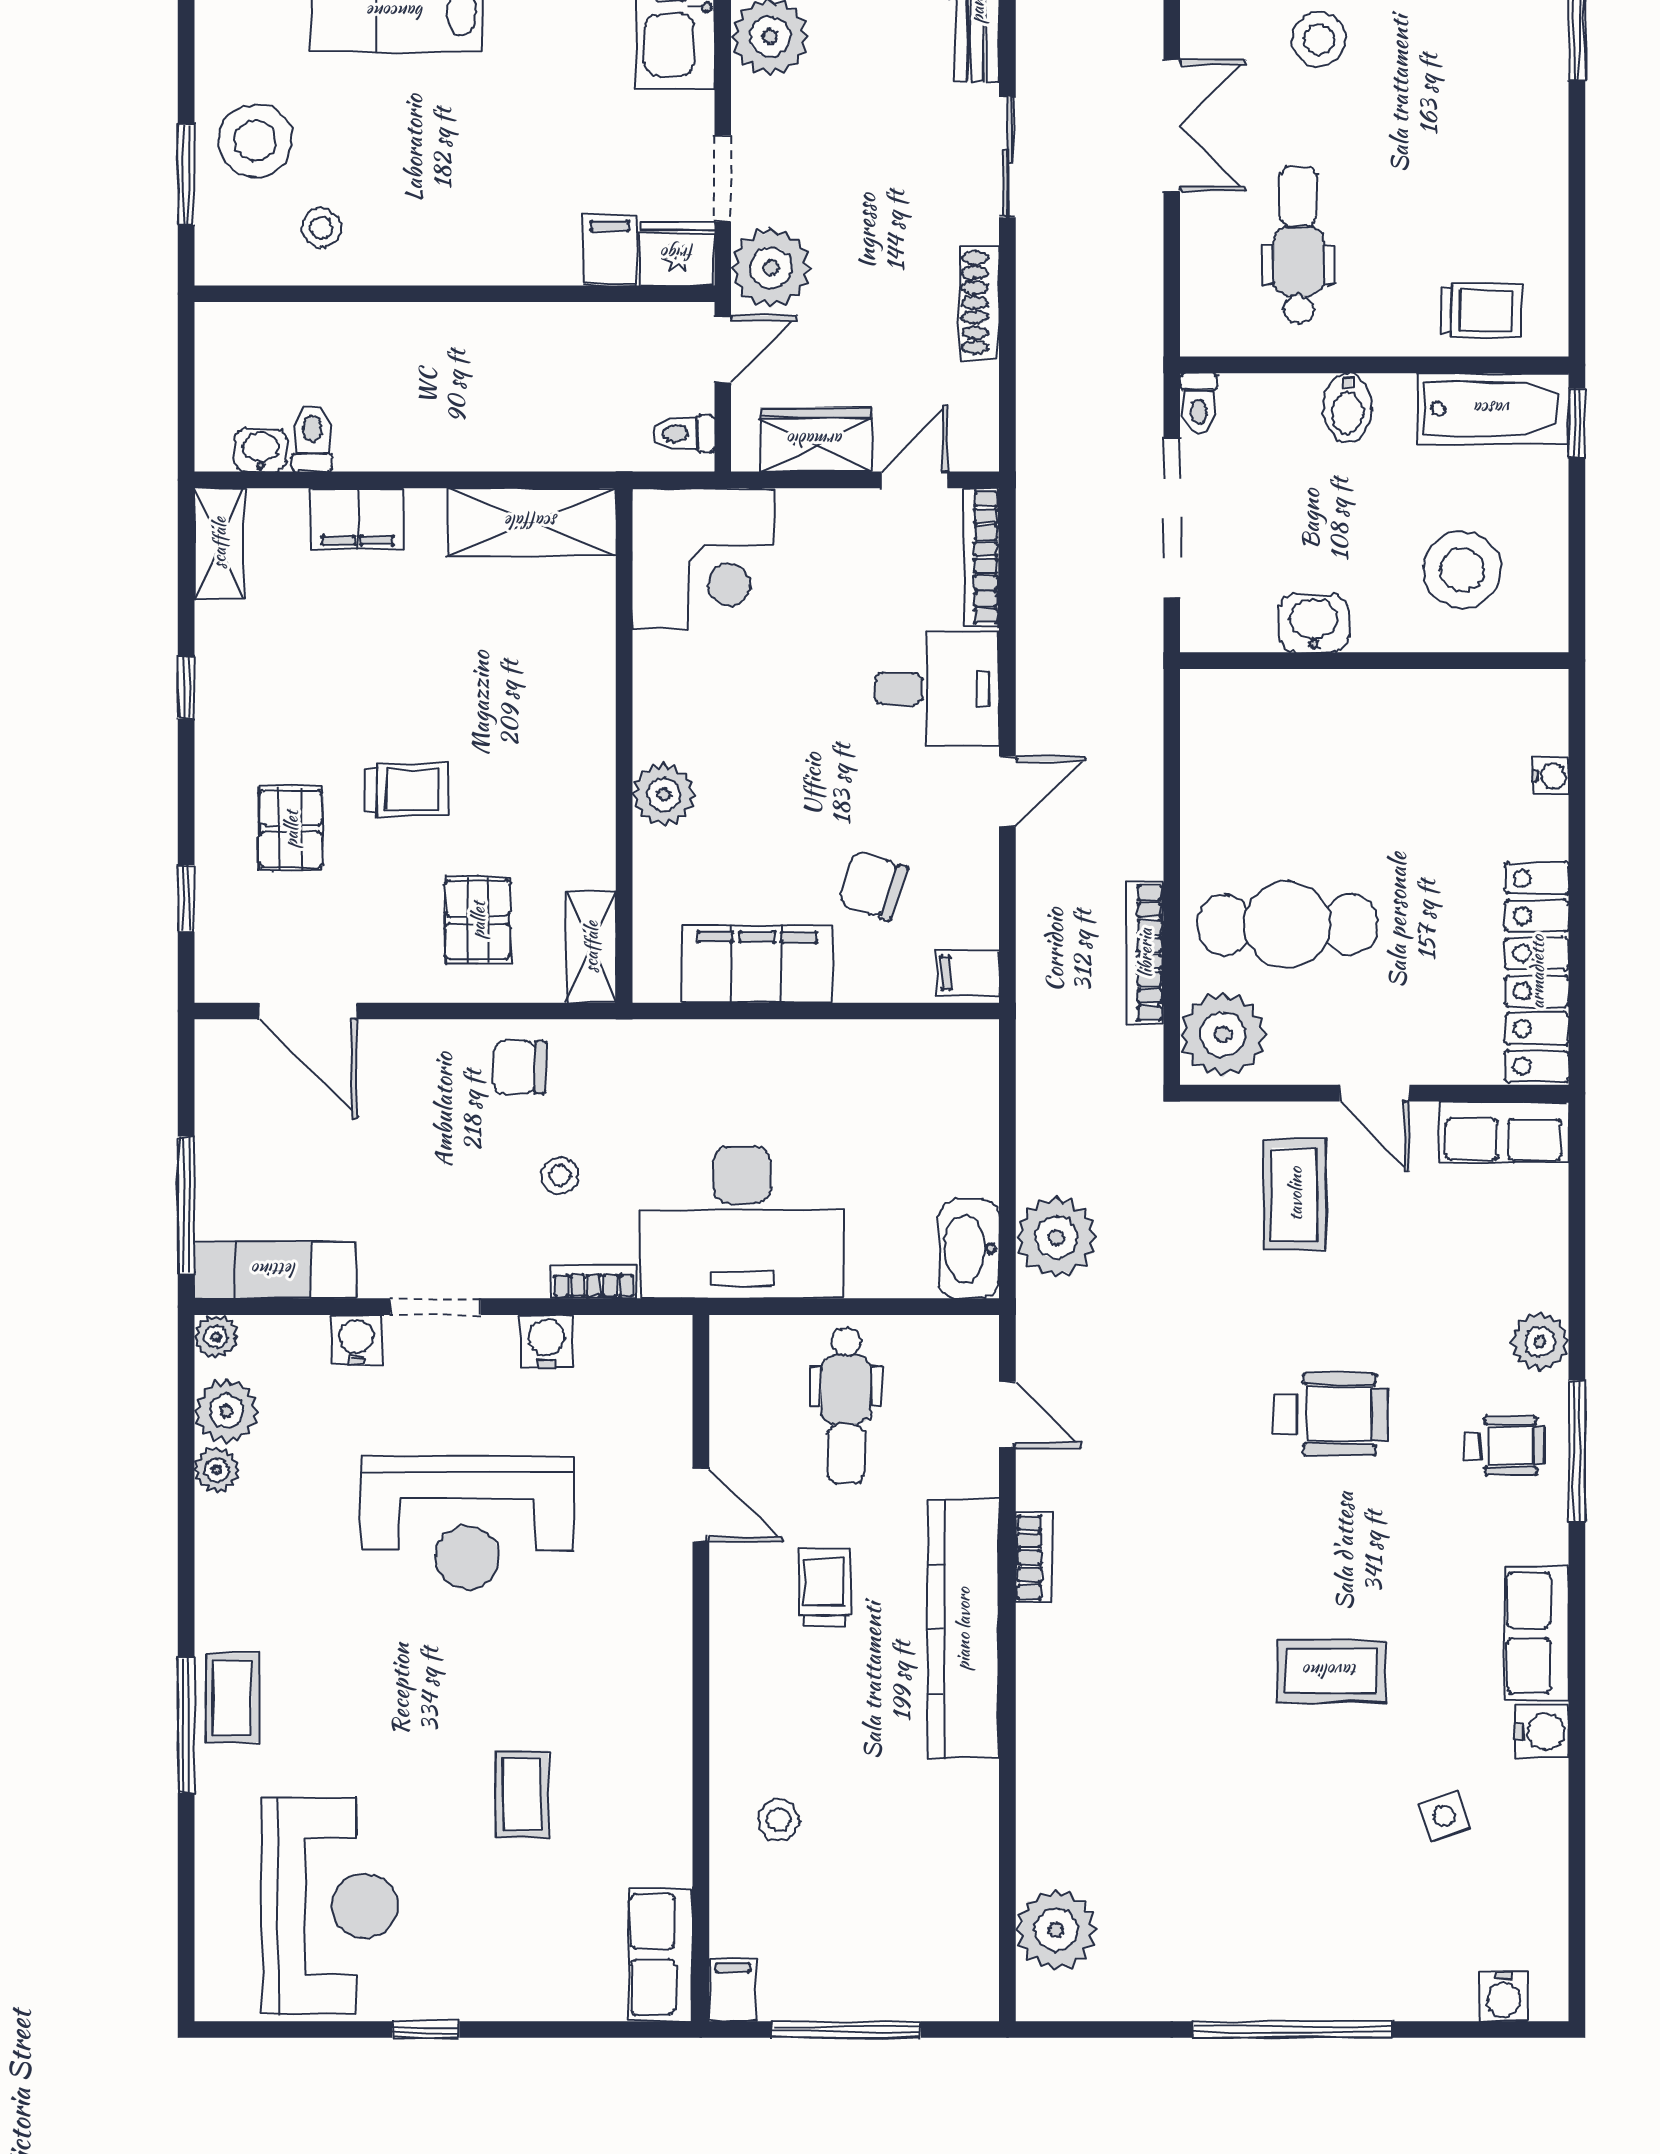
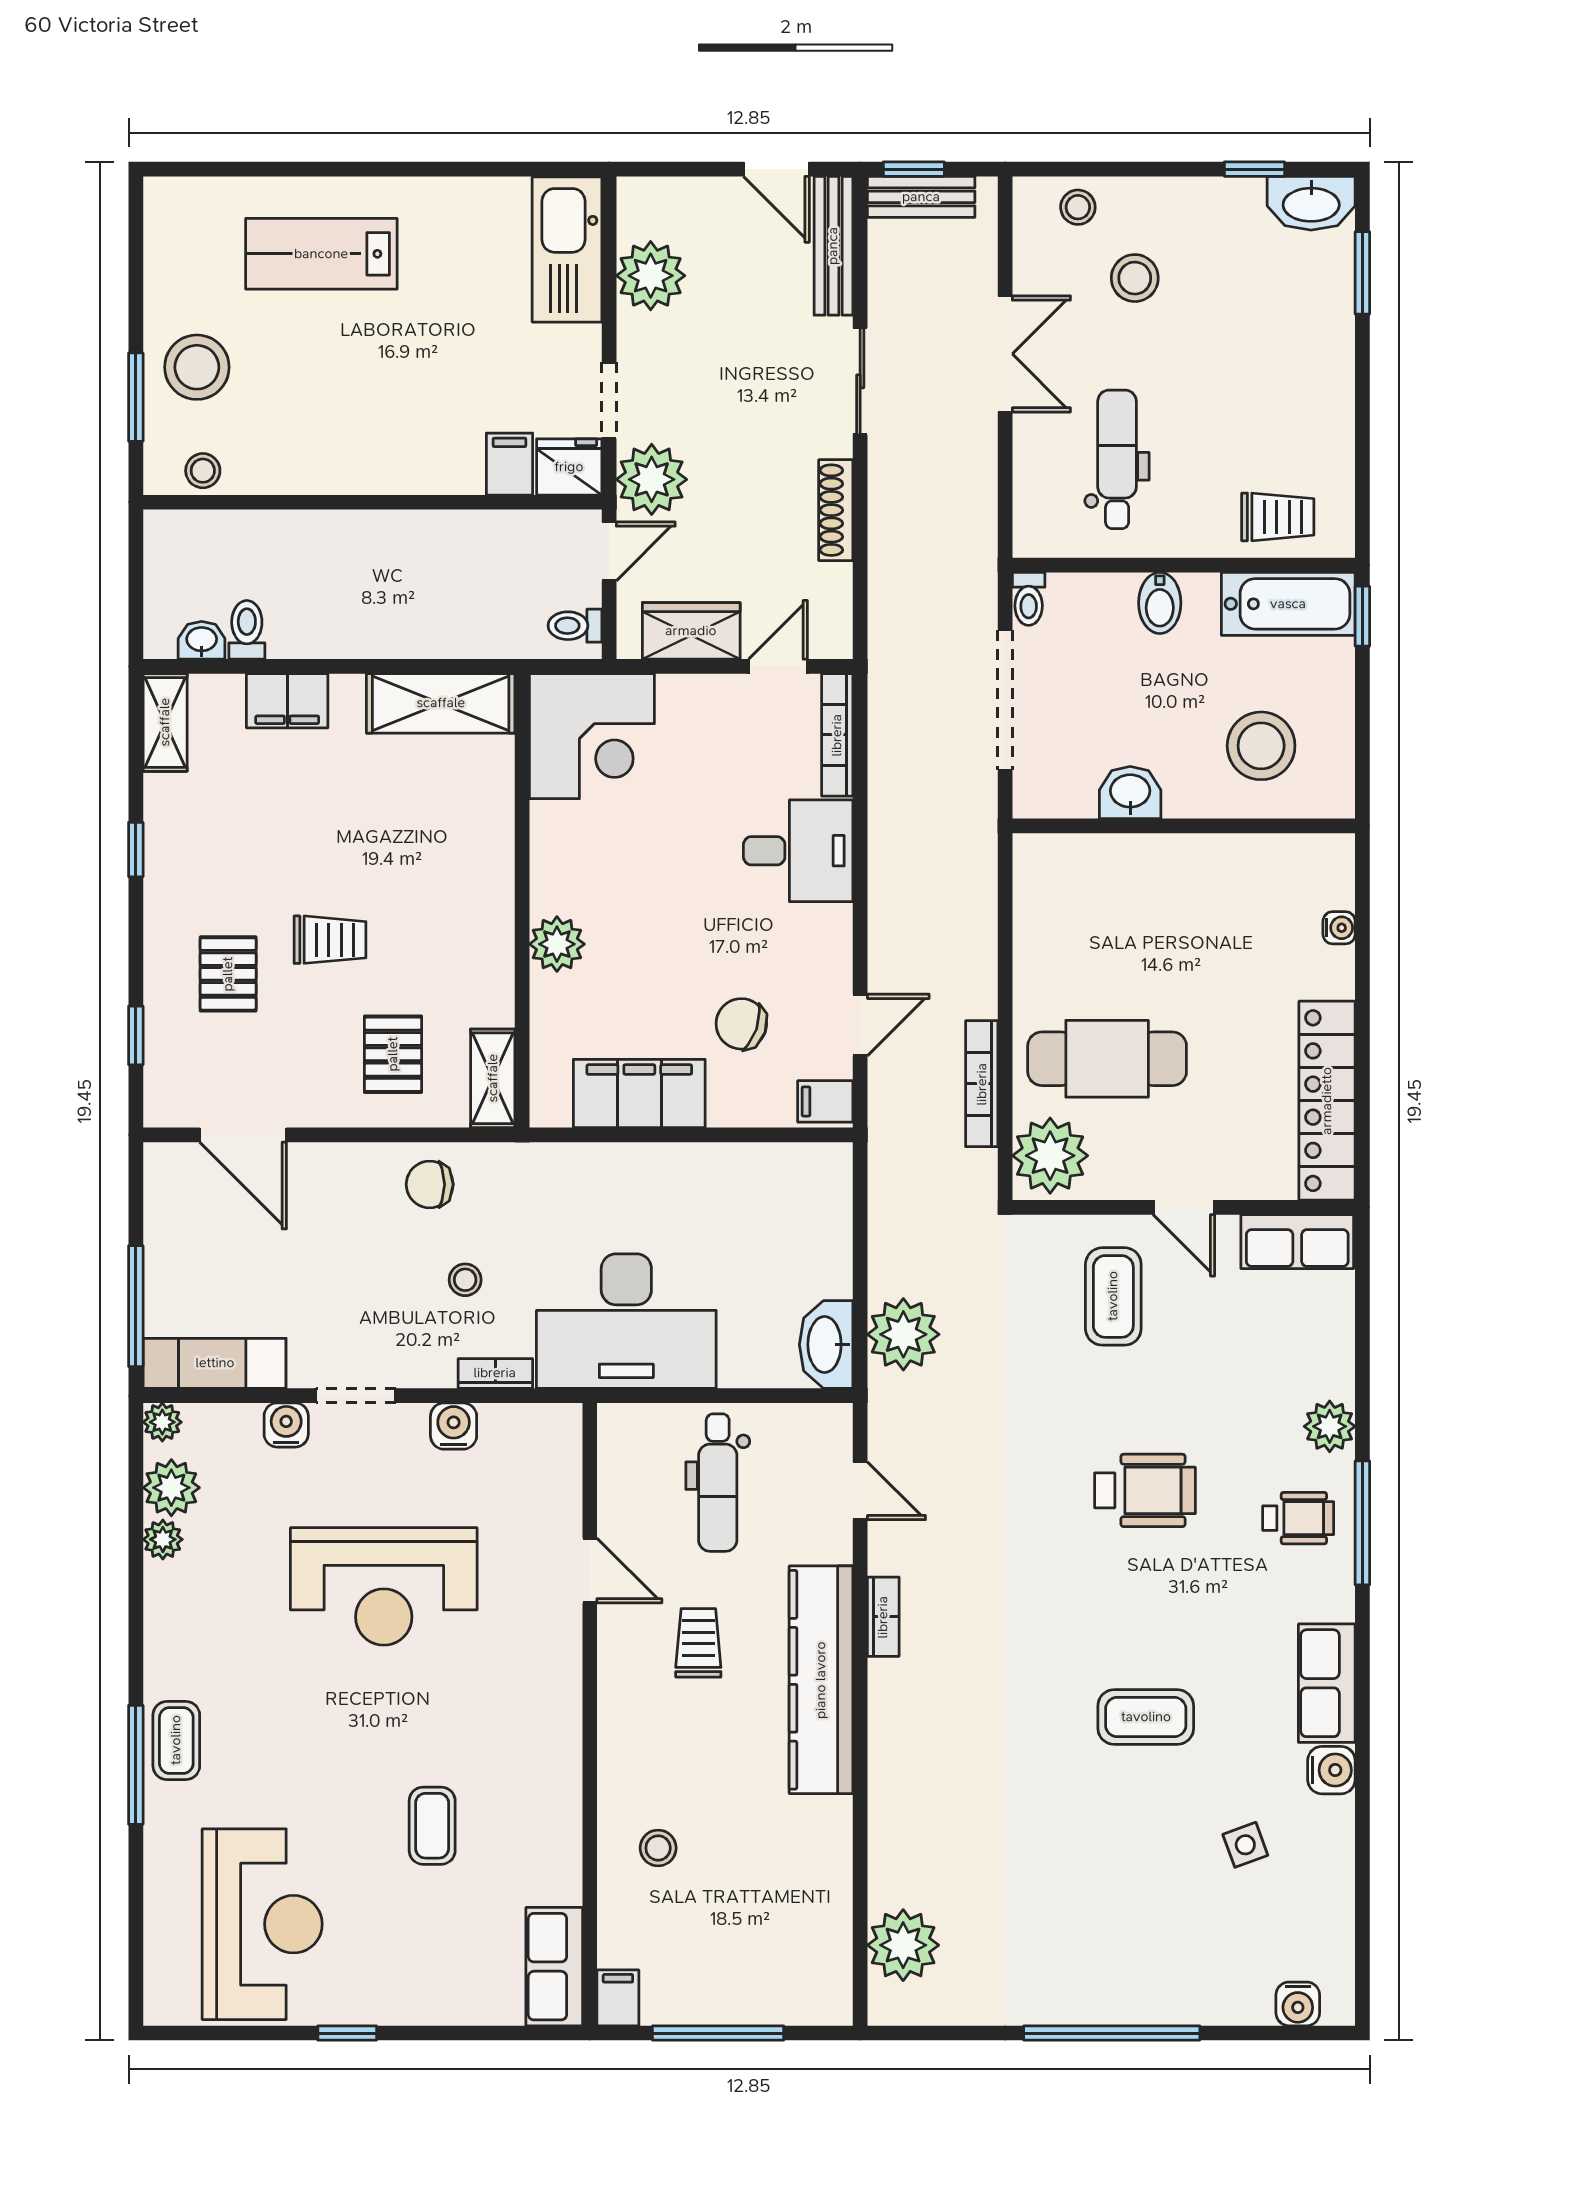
stool: (321, 228) -> (203, 471), moved
door: (1007, 792) -> (860, 1025), moved

